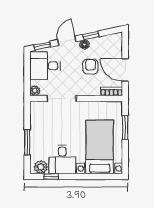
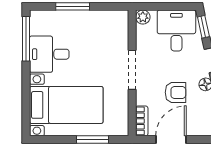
doorway: (61, 98) -> (132, 70), moved
plant: (41, 167) -> (39, 25), removed
window: (51, 177) -> (26, 39), width x2.17

